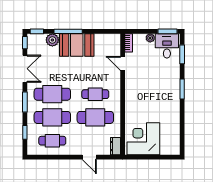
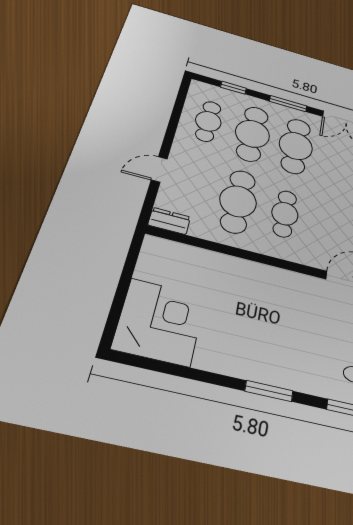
corner desk: (143, 139) -> (160, 322), moved

